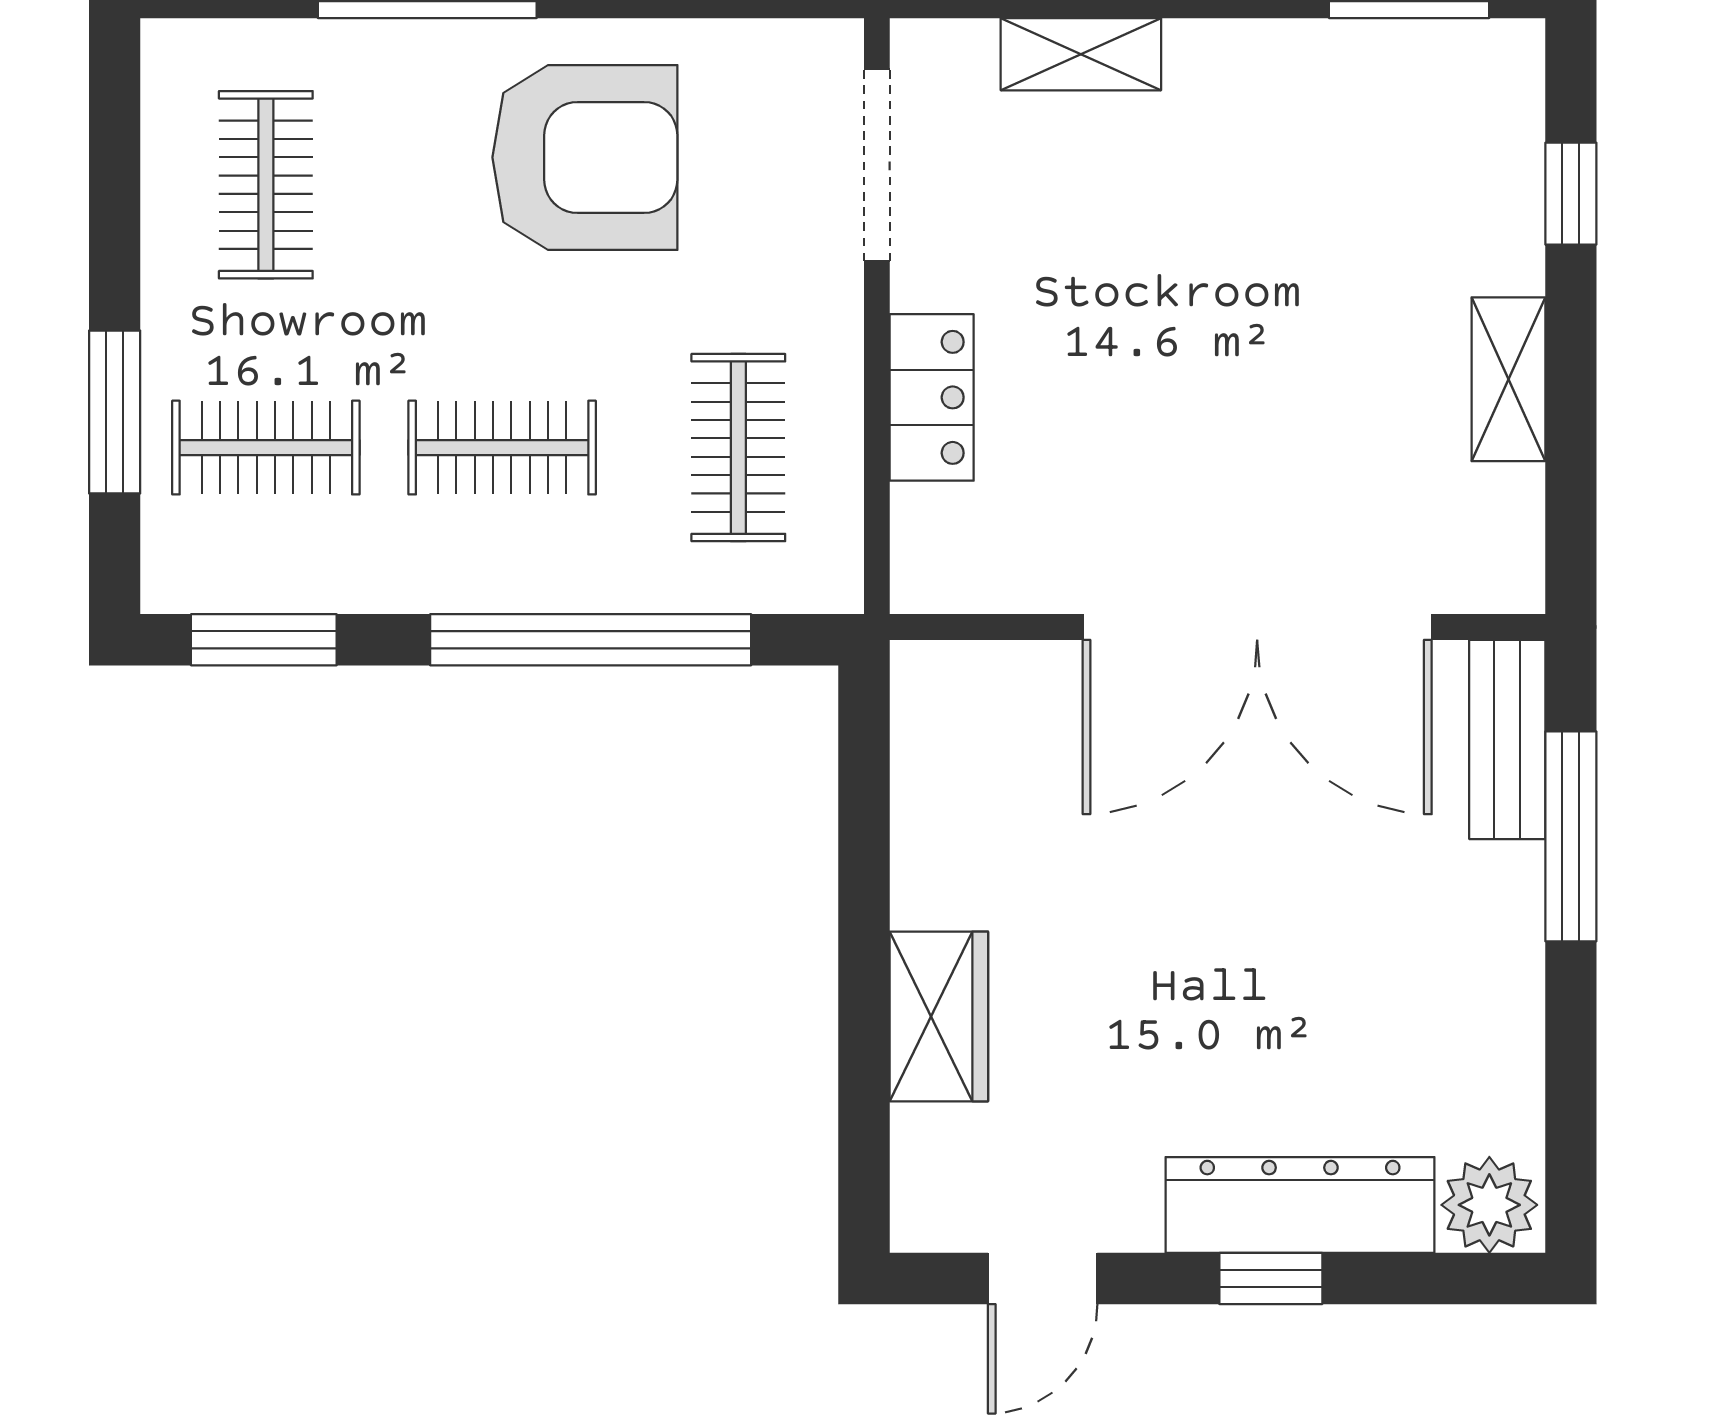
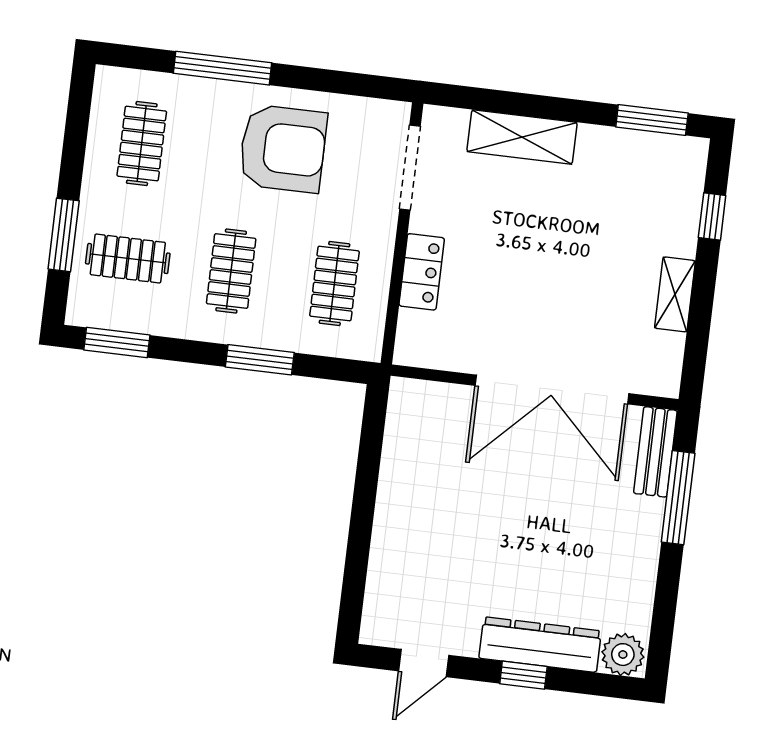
shelving: (1081, 54) -> (522, 137), width x1.50, depth x1.33
clothes rail: (502, 448) -> (231, 271), turned 90
window: (591, 640) -> (260, 360), width x0.47
wardrobe: (939, 1016) -> (392, 543), removed

